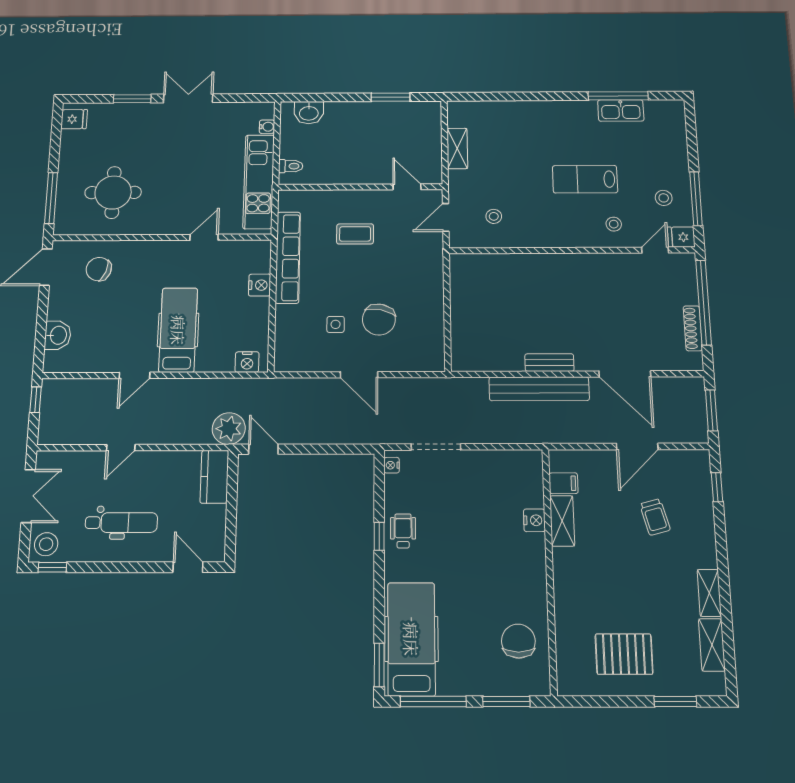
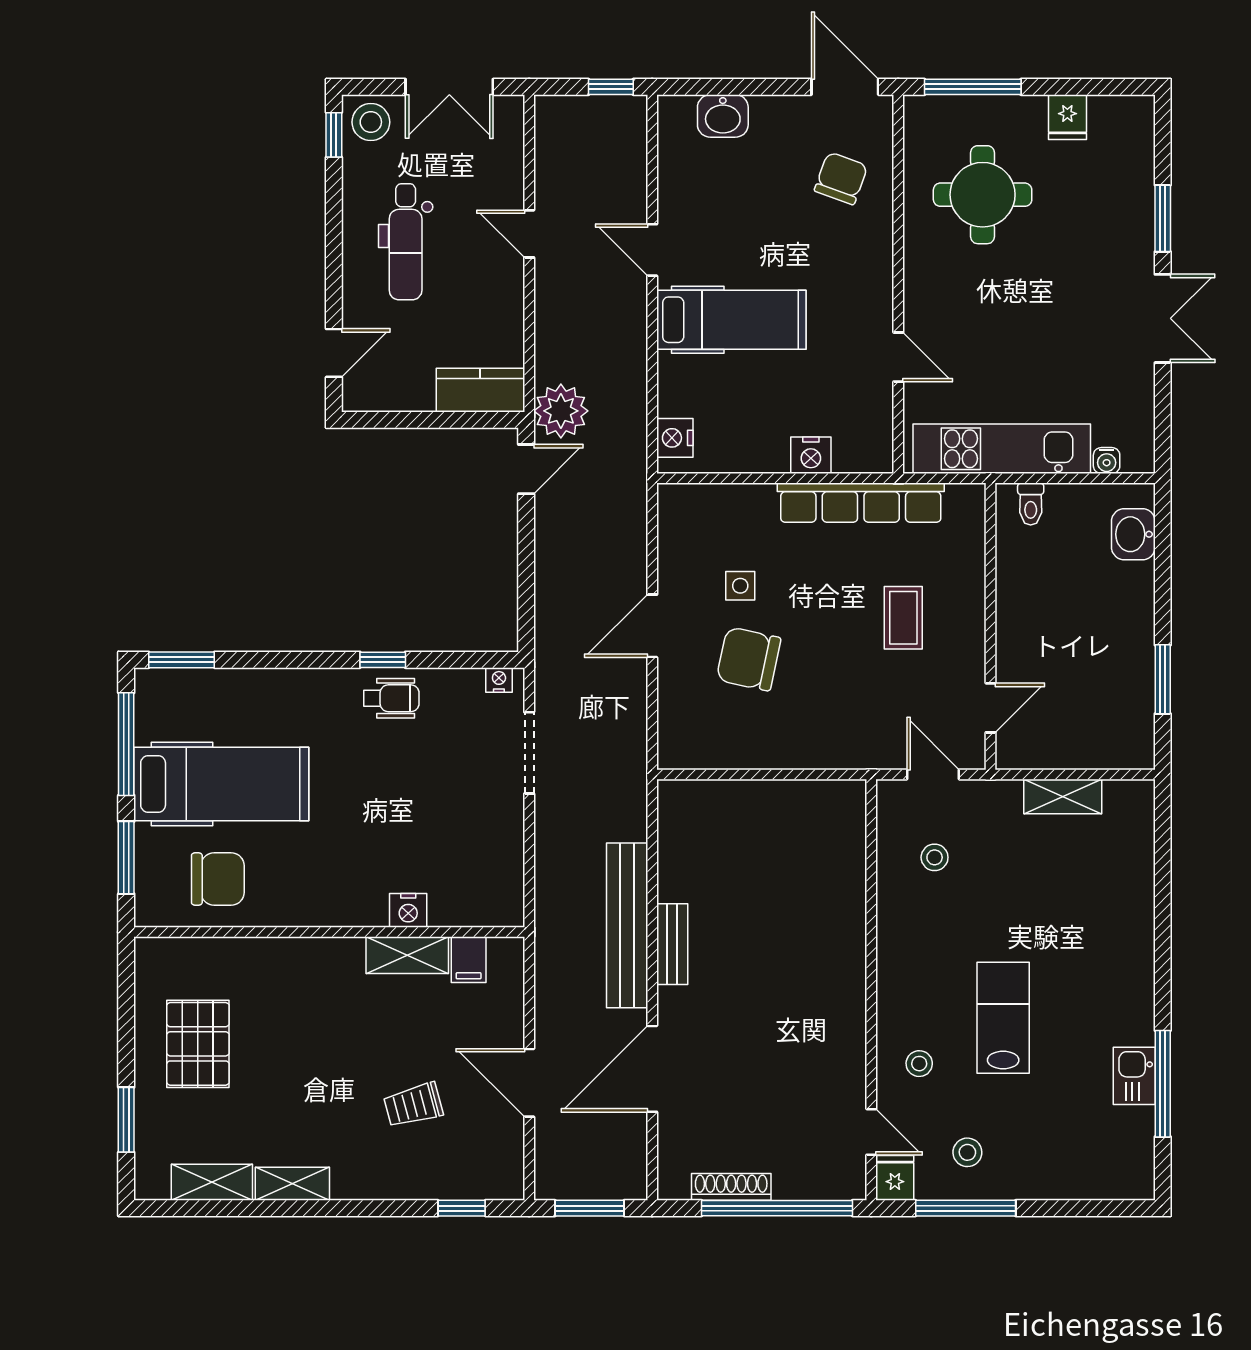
kitchen sink: (621, 111) -> (1134, 1076), width x0.73
fridge: (74, 119) -> (1067, 117), moved
hospital bed: (411, 639) -> (221, 784), moved

